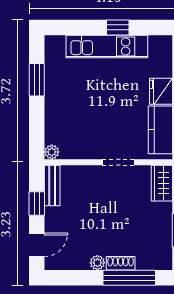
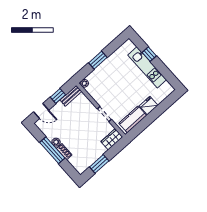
window: (118, 27) -> (149, 54), moved
window: (37, 80) -> (98, 60), moved
window: (129, 278) -> (52, 150), moved

